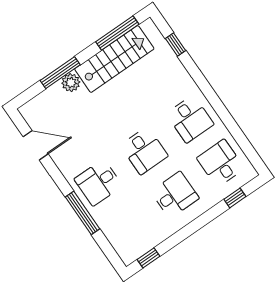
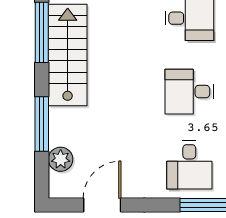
plant: (71, 83) -> (61, 159), moved
desk: (144, 151) -> (189, 92), turned 180

